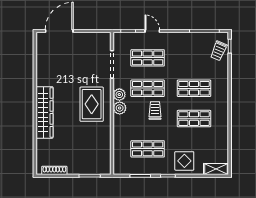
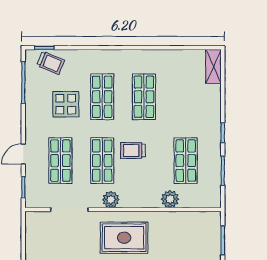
plant: (120, 108) -> (170, 199), moved
display table: (184, 161) -> (66, 104), moved

